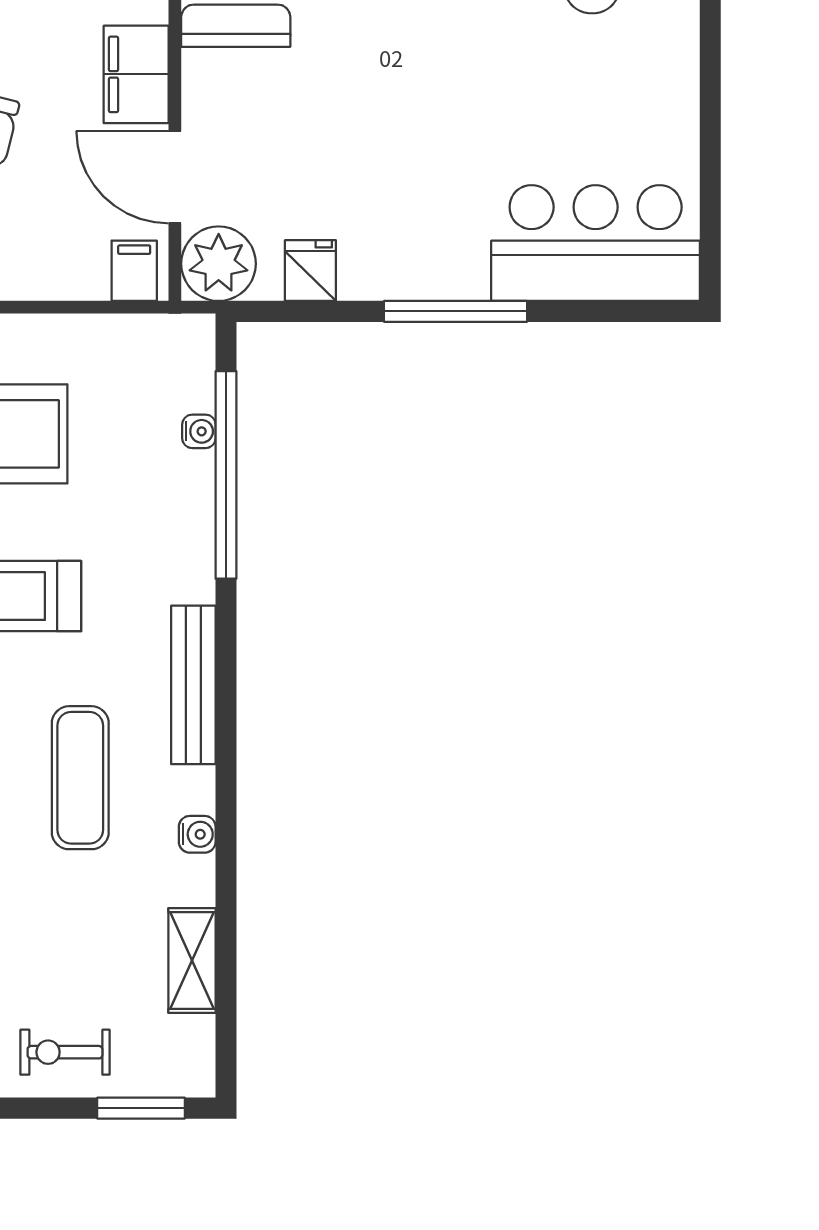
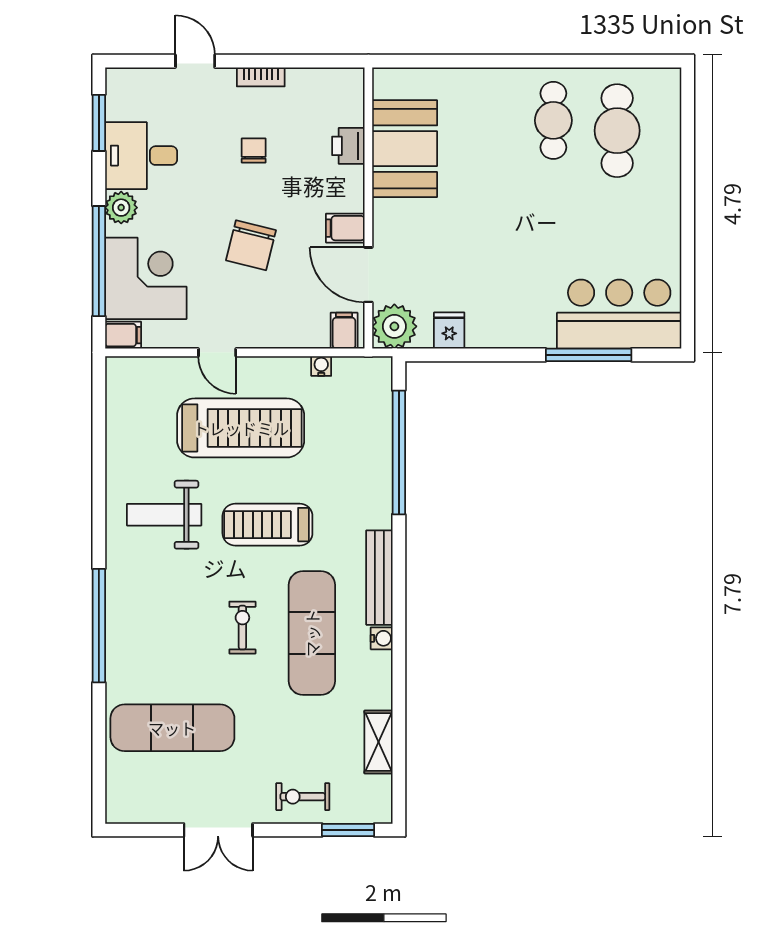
filing cabinet: (136, 74) -> (345, 228), width x0.50
window: (455, 311) -> (589, 355), moved
water cooler: (199, 431) -> (321, 366), moved, turned -90
exercise mat: (80, 778) -> (312, 633), width x1.36, depth x1.45
water cooler: (197, 834) -> (382, 638), moved

